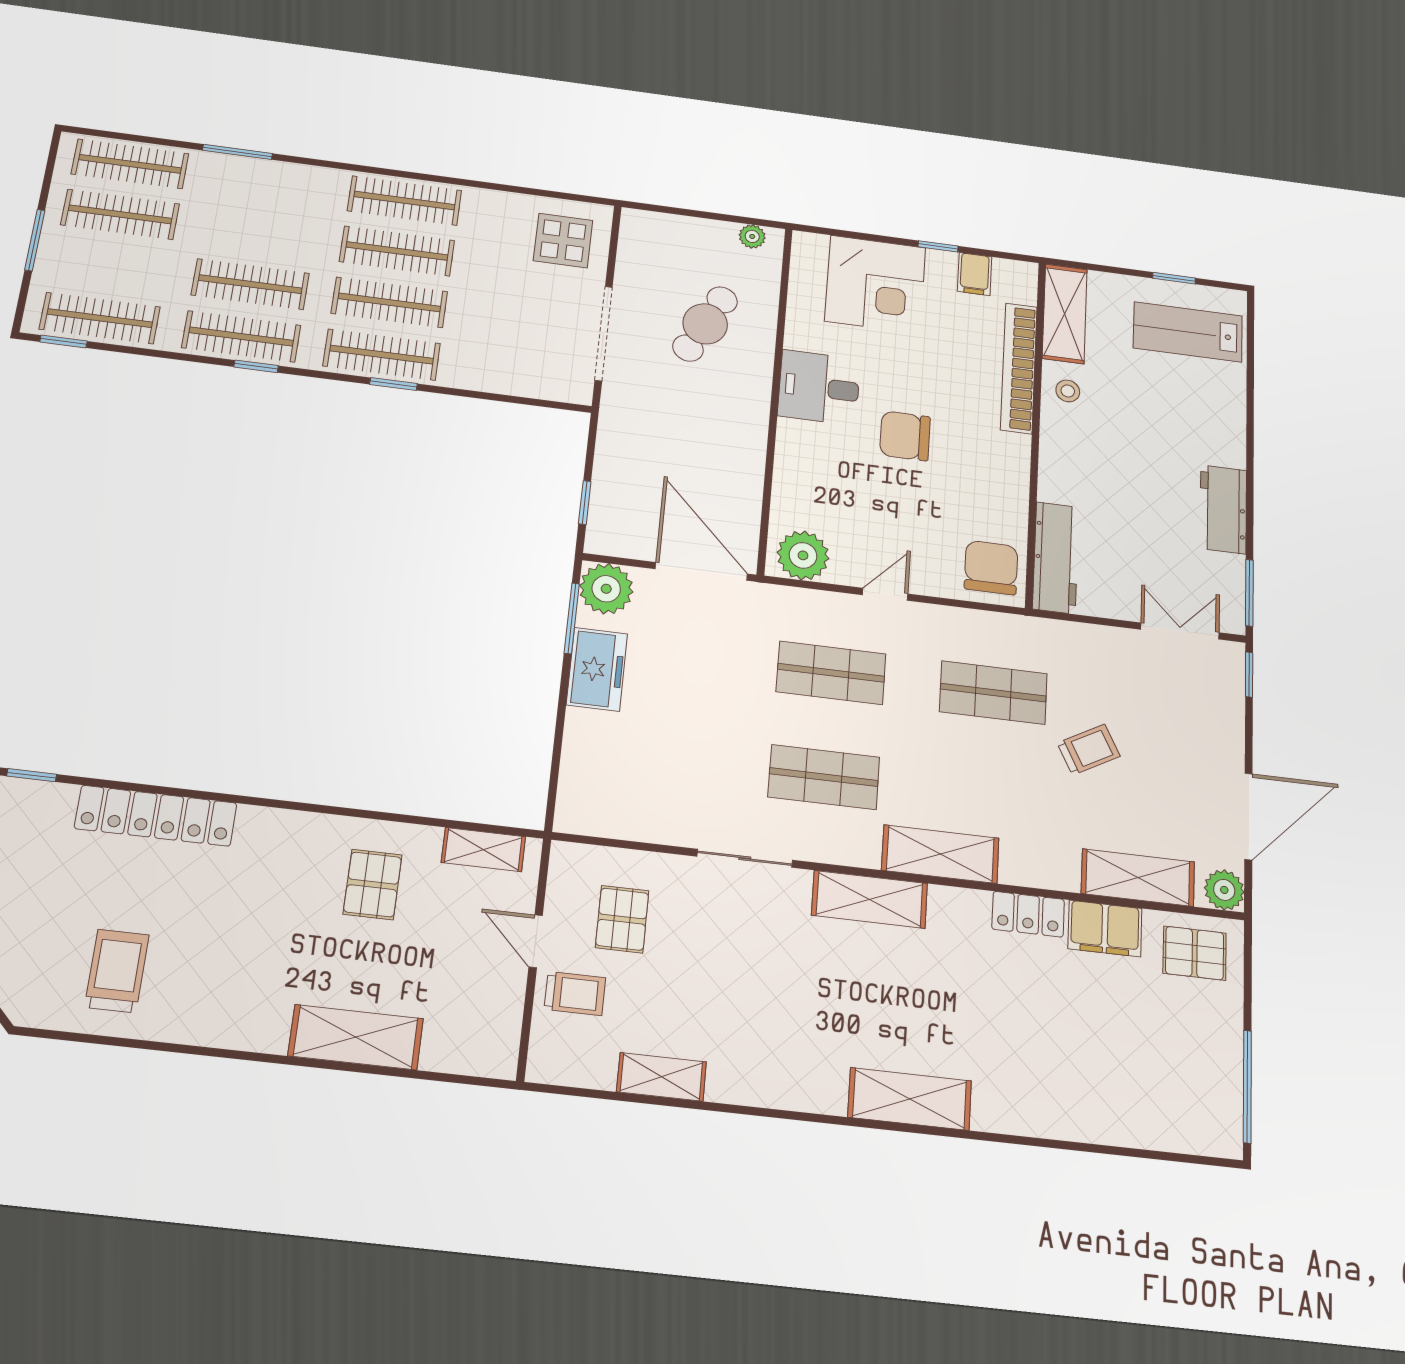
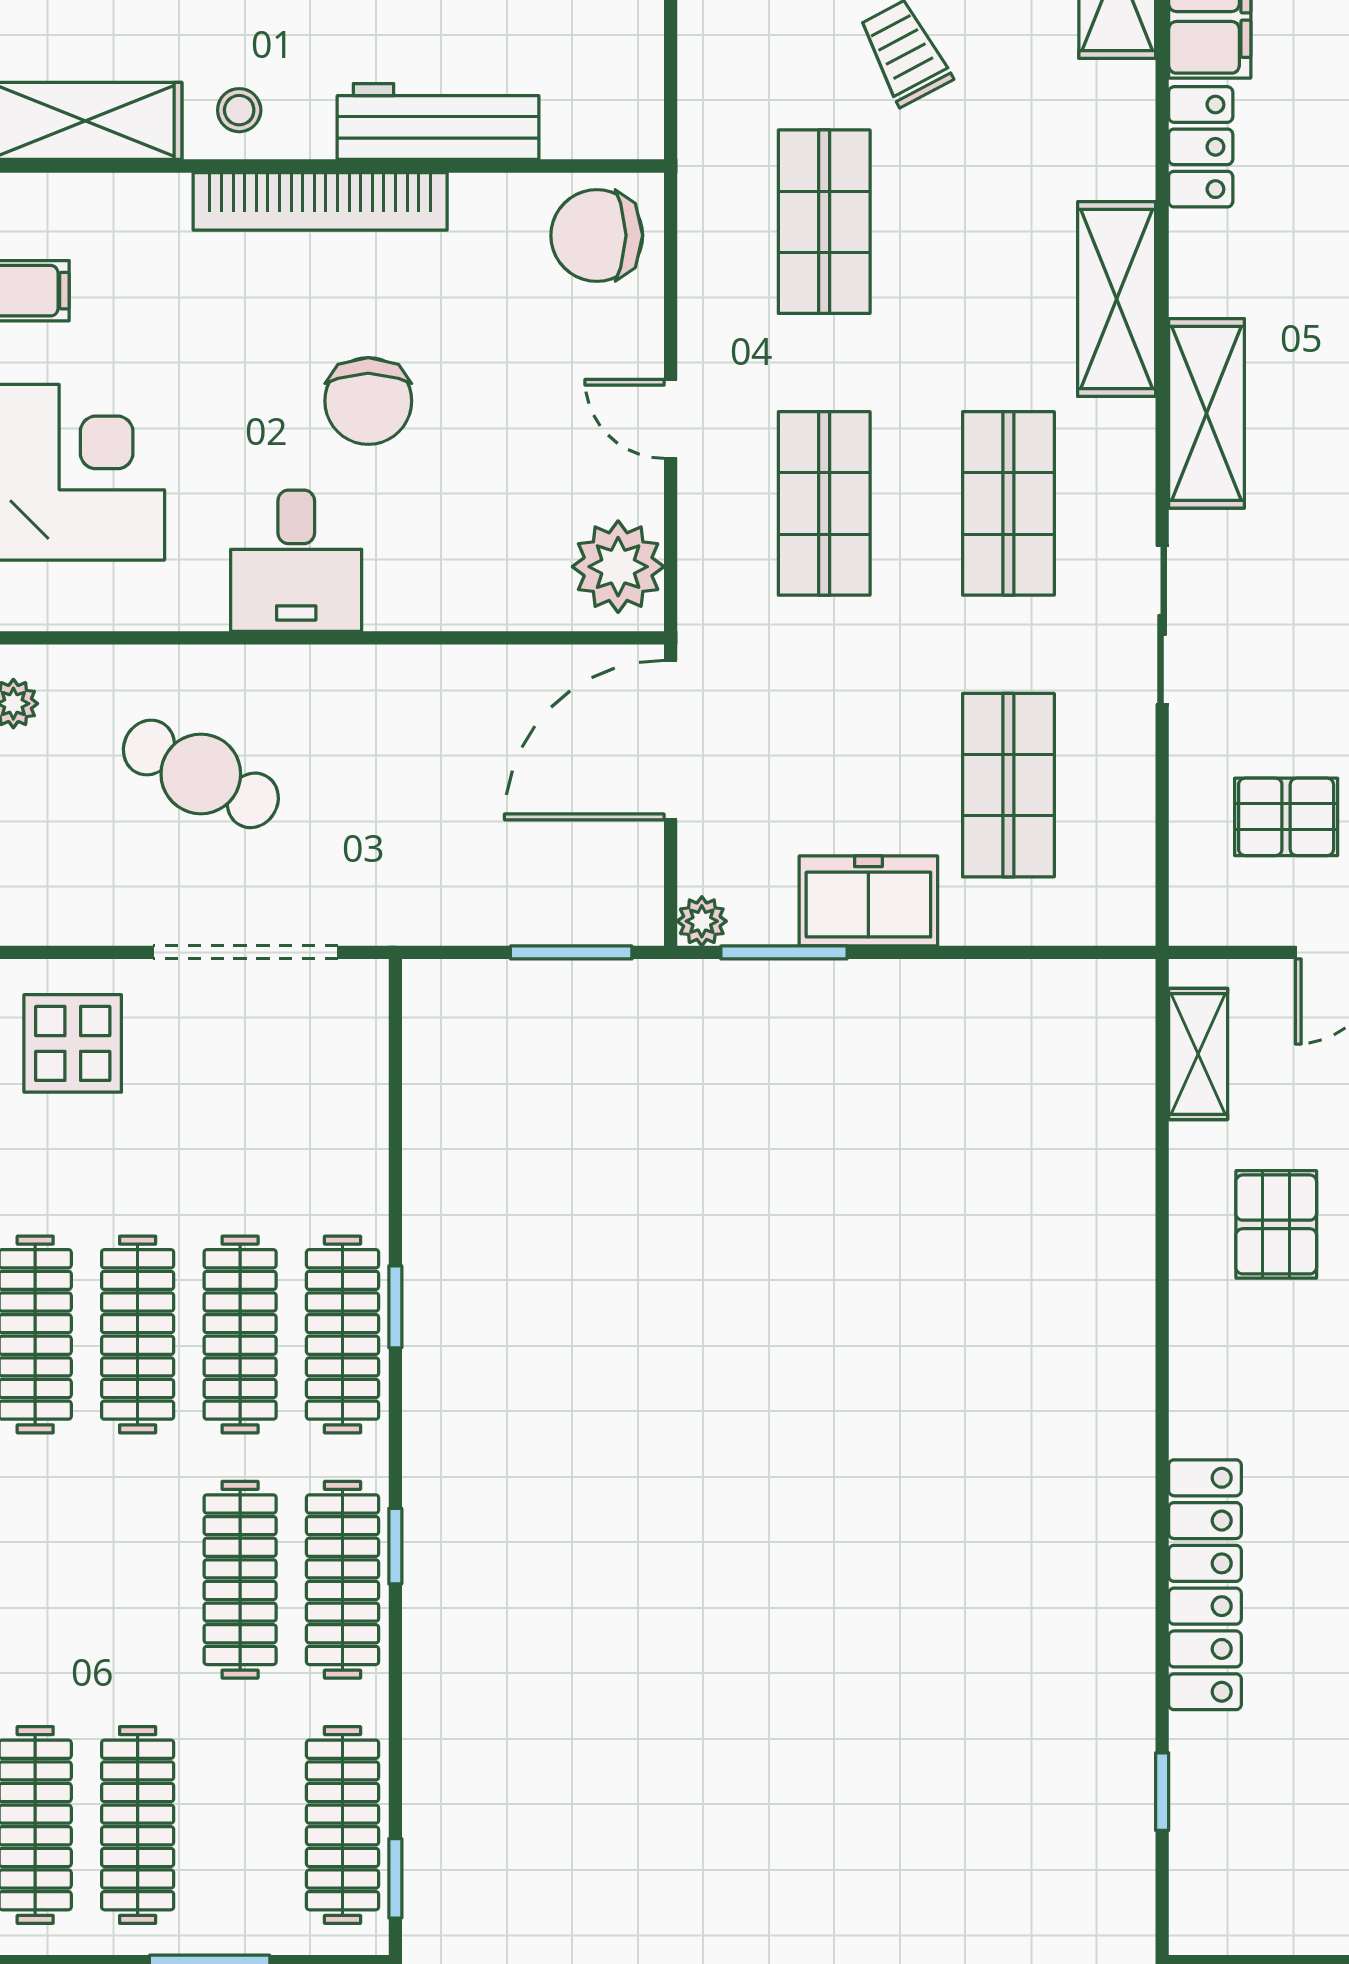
bookcase: (1019, 368) -> (320, 201), moved
window: (585, 503) -> (571, 952), width x1.50
workbench: (1056, 558) -> (438, 122), moved
plant: (606, 589) -> (702, 921), width x0.53, depth x0.53
shop shelf: (657, 757) -> (1008, 785), added
pallet: (373, 884) -> (1276, 1224), turned 90

